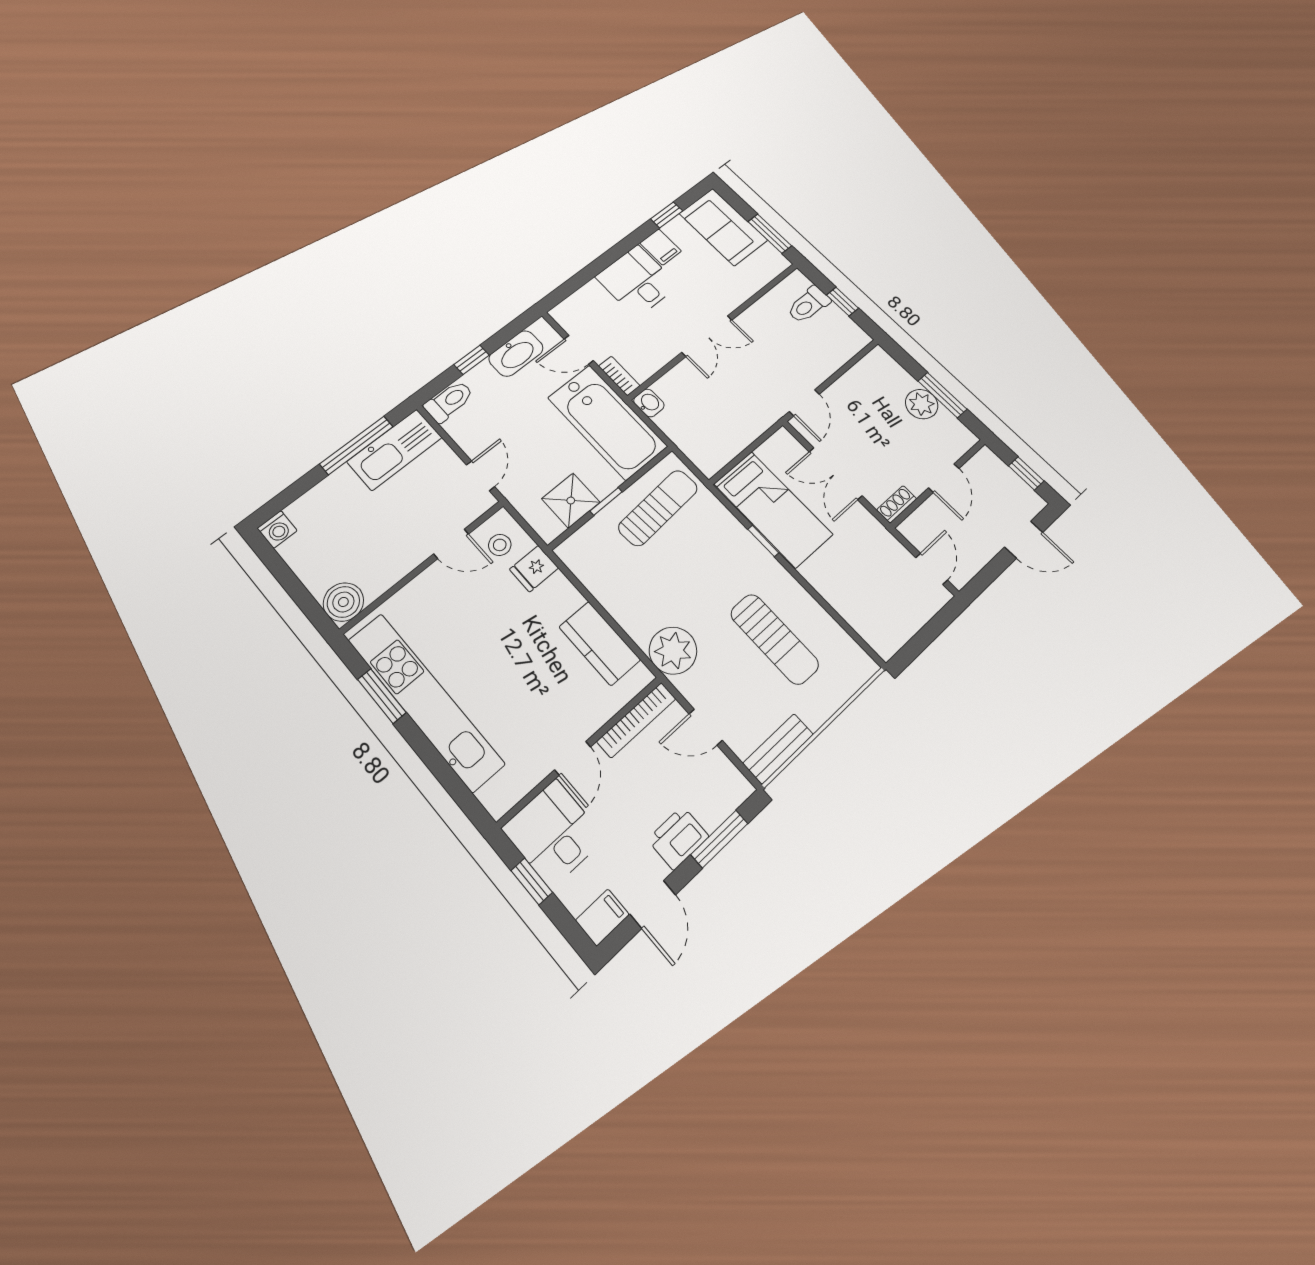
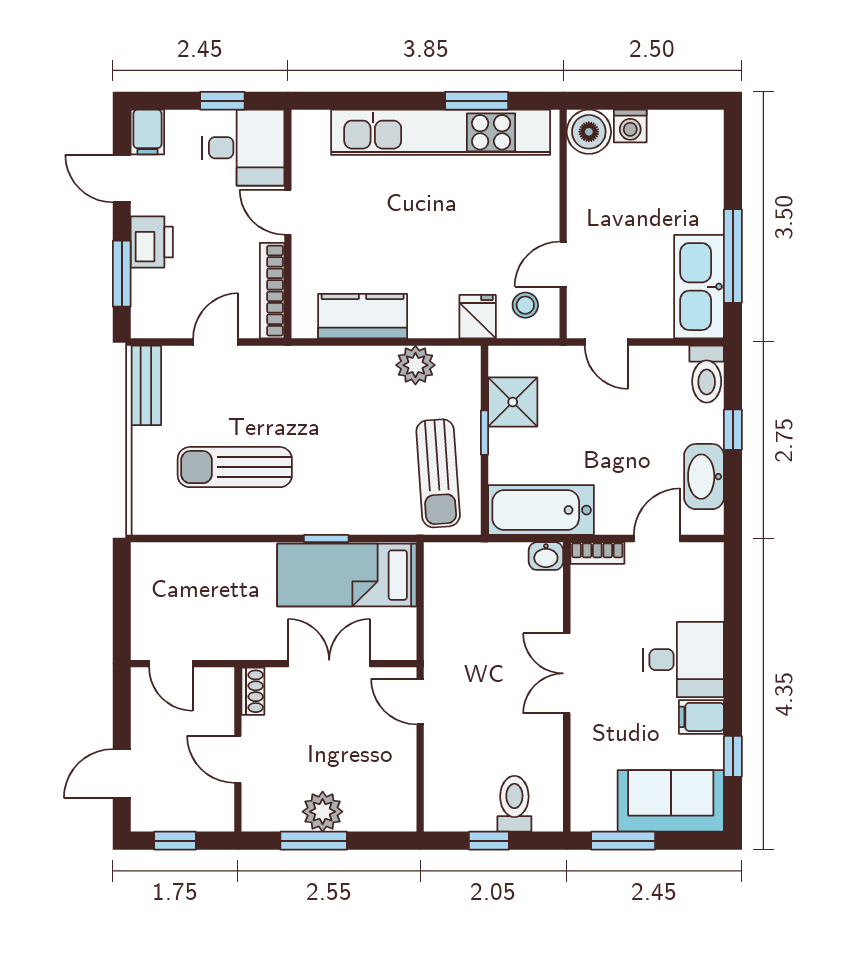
bathtub: (607, 422) -> (541, 510), width x0.73, depth x0.73
washing machine: (277, 529) -> (630, 126), moved, turned -90
plant: (673, 651) -> (415, 365), moved, width x0.73, depth x0.73

